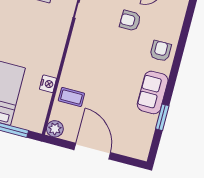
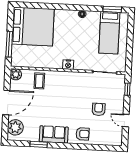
nightstand: (48, 84) -> (68, 65), moved
plant: (131, 146) -> (15, 127), added

